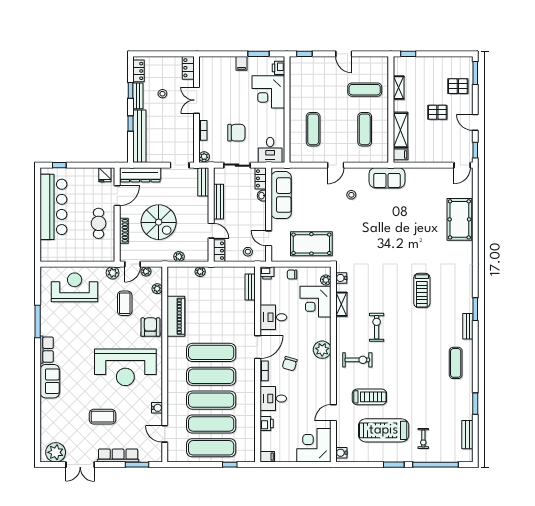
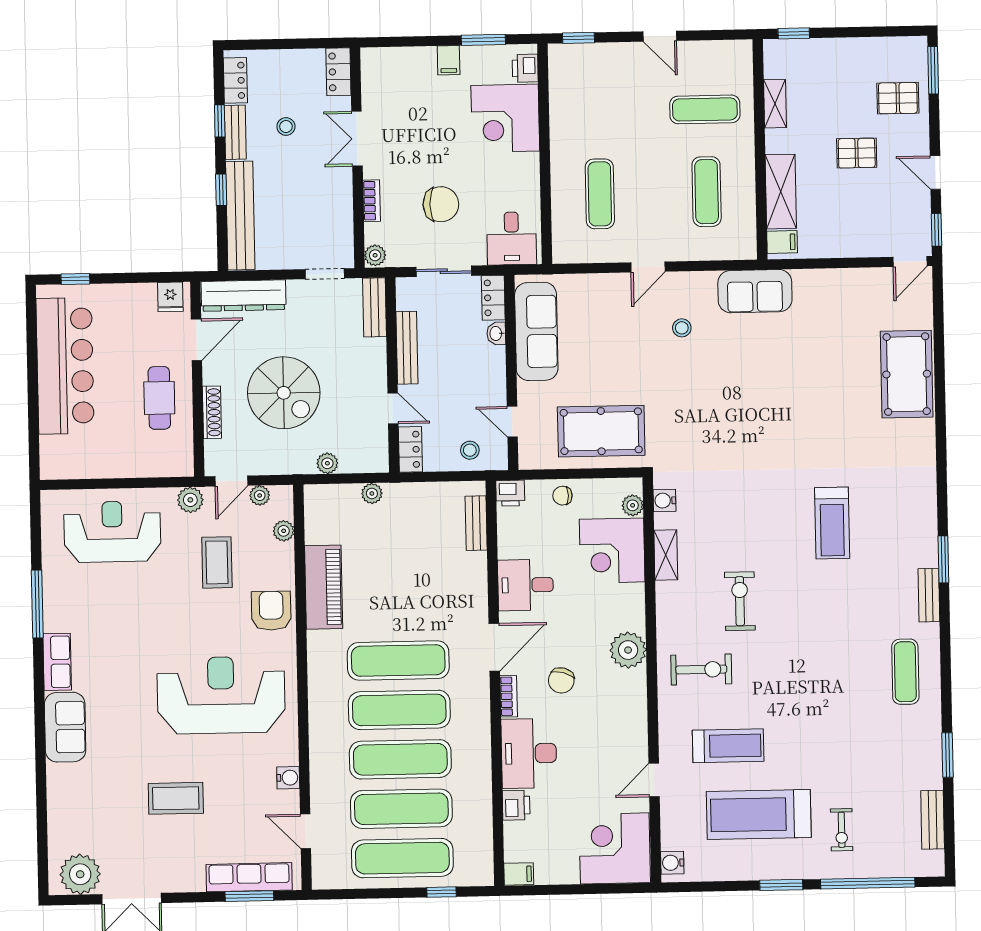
reception desk: (125, 367) -> (221, 695), turned 180
desk: (273, 399) -> (529, 753), width x1.37
row of seats: (118, 455) -> (249, 877), moved

